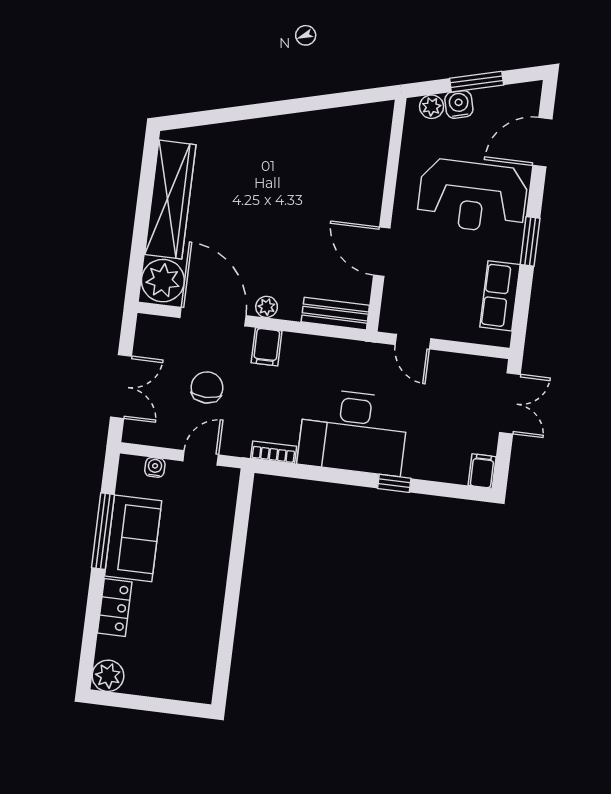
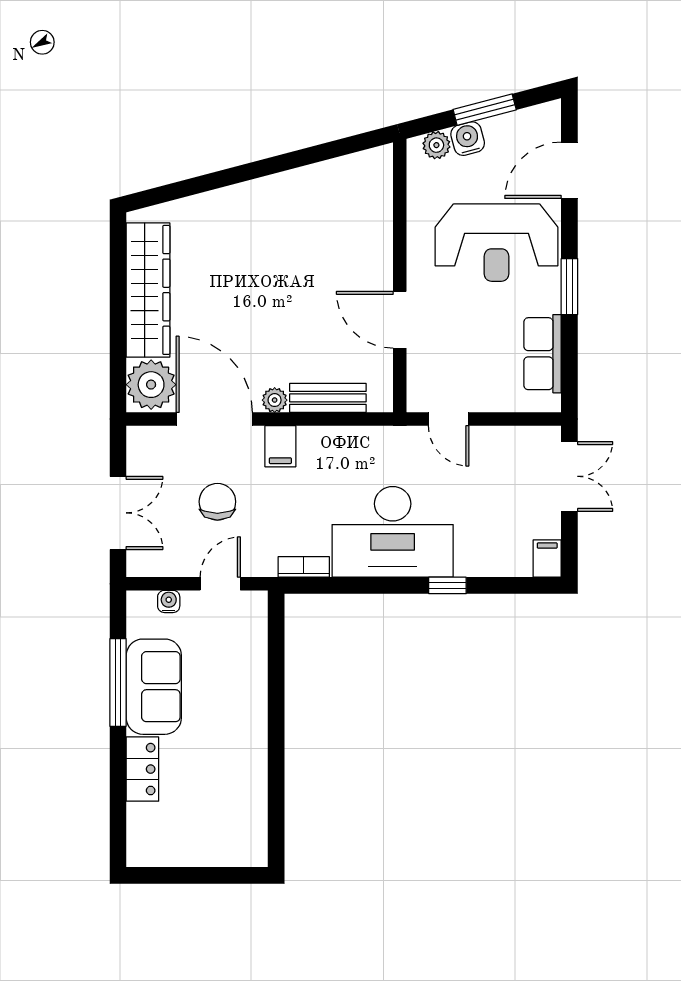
bench: (335, 314) -> (328, 398), moved
plant: (108, 676) -> (145, 849), removed

